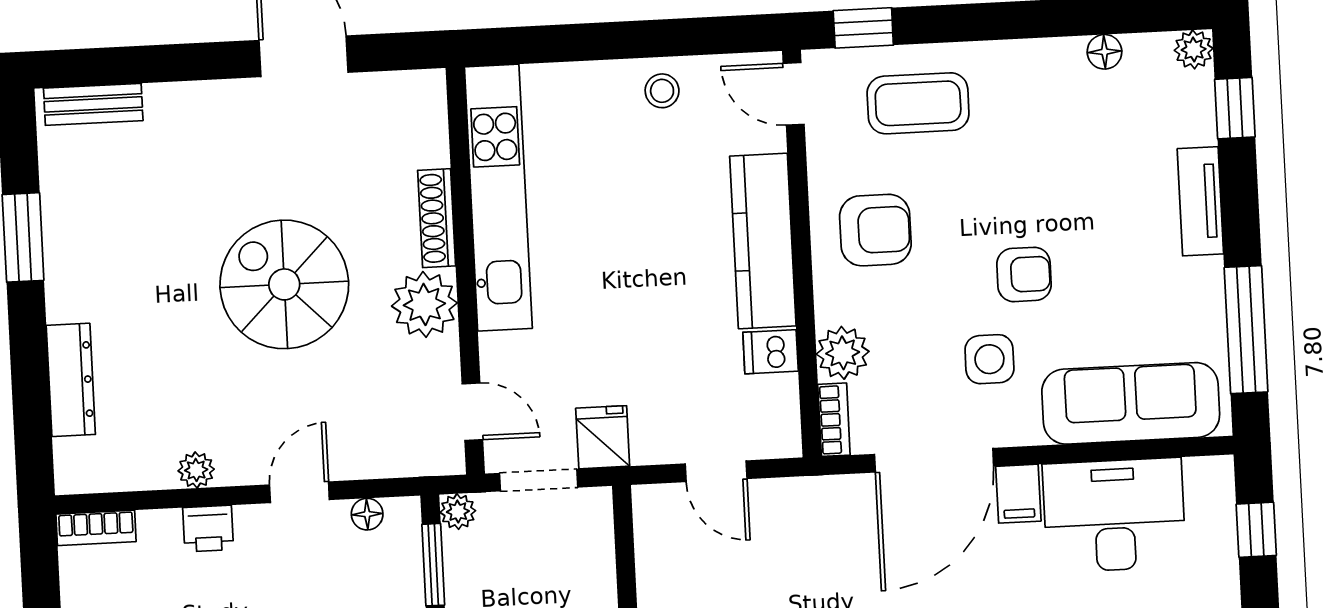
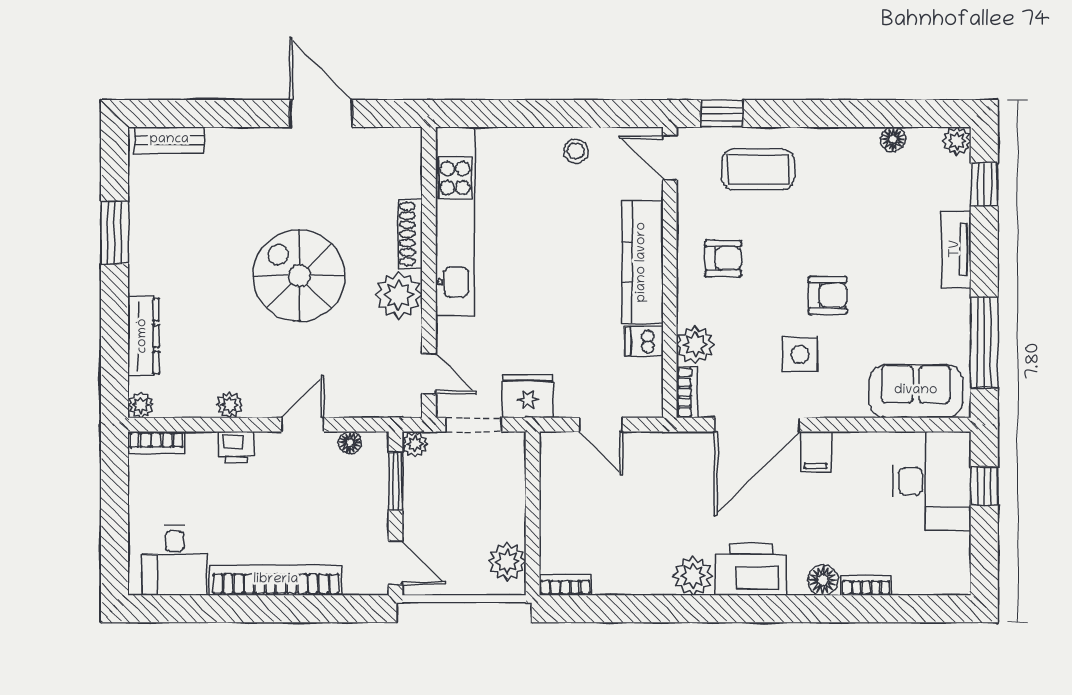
armchair: (875, 230) -> (723, 258), width x0.72, depth x0.72
sofa: (1131, 403) -> (916, 391), width x0.73
fridge: (603, 437) -> (528, 396), width x1.38
plant: (72, 476) -> (141, 405), added
desk: (1114, 515) -> (932, 481), moved, turned 90

